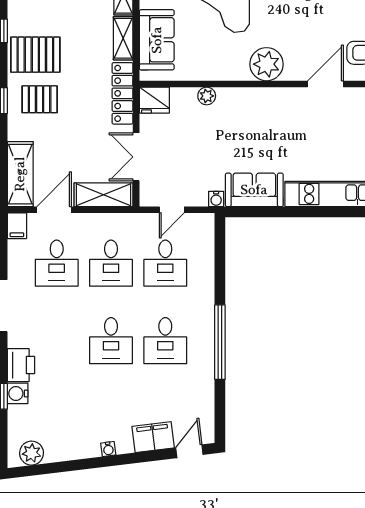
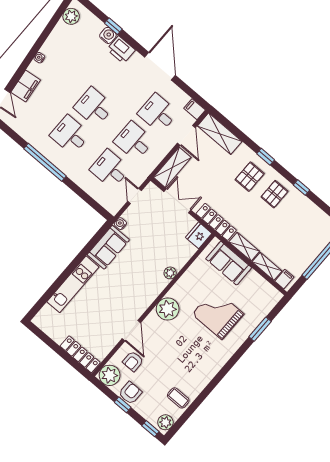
pallet: (35, 55) -> (275, 194), width x0.67, depth x0.71
plant: (207, 96) -> (170, 273), moved

